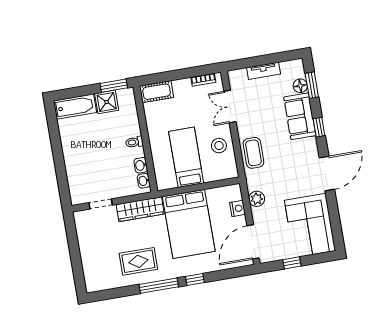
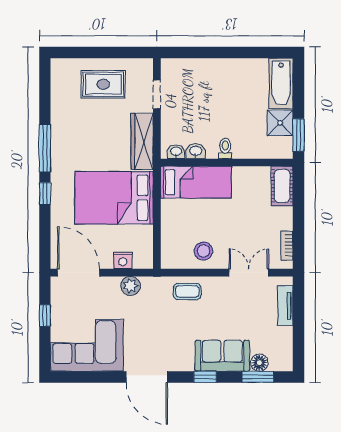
tv unit: (264, 71) -> (285, 306), moved
coffee table: (253, 153) -> (187, 292), width x0.73, depth x0.77
bed: (186, 157) -> (196, 182), moved
rug: (138, 261) -> (103, 84), moved, turned 90

